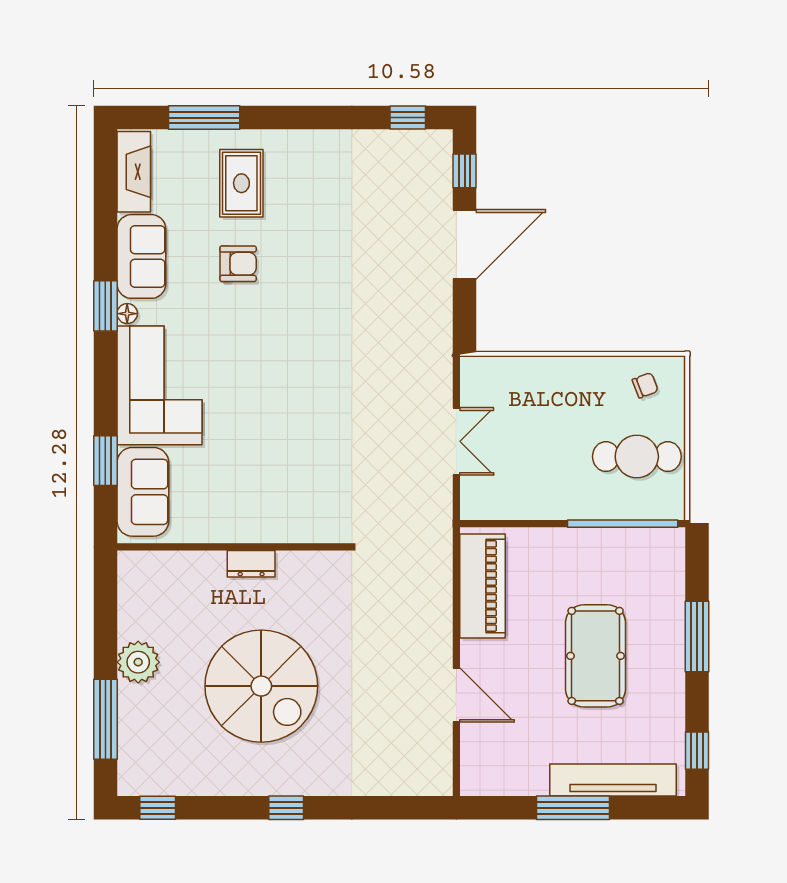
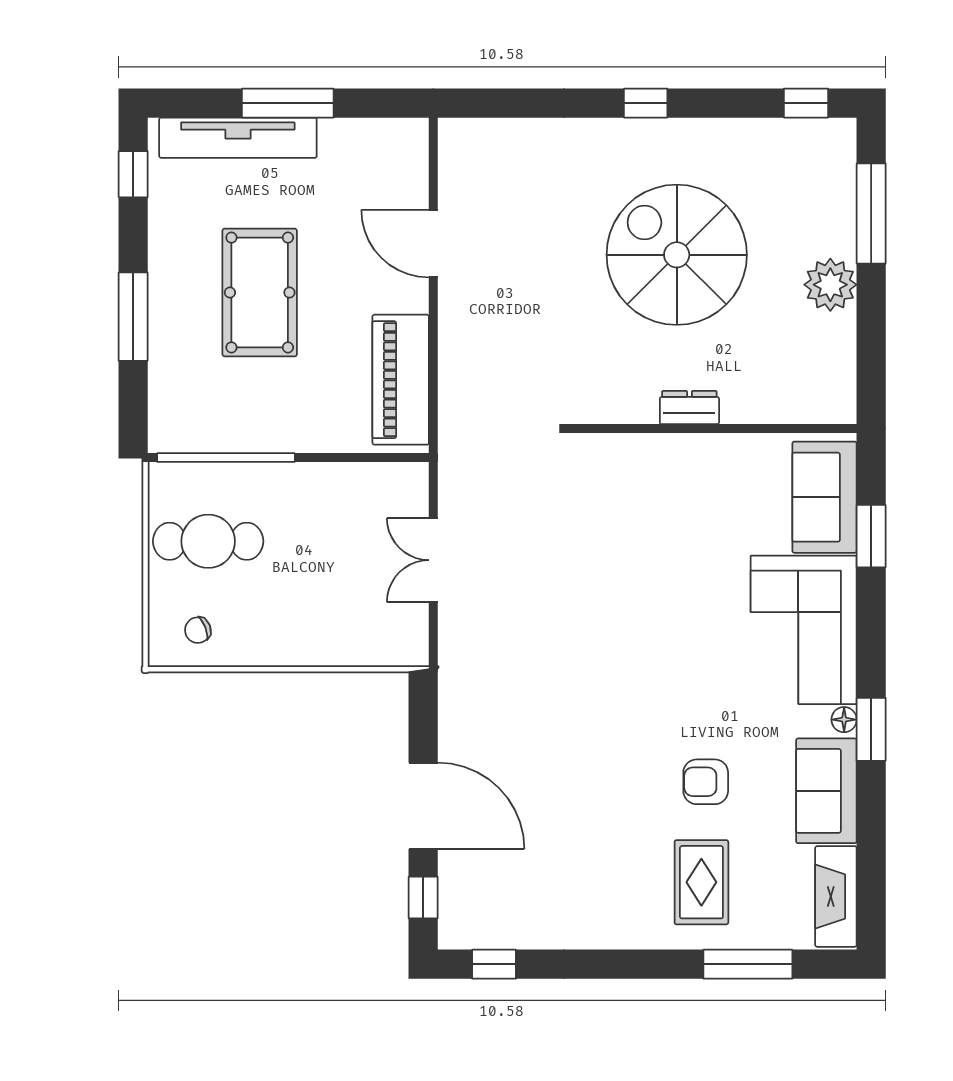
door: (465, 244) -> (423, 806), swing flipped

